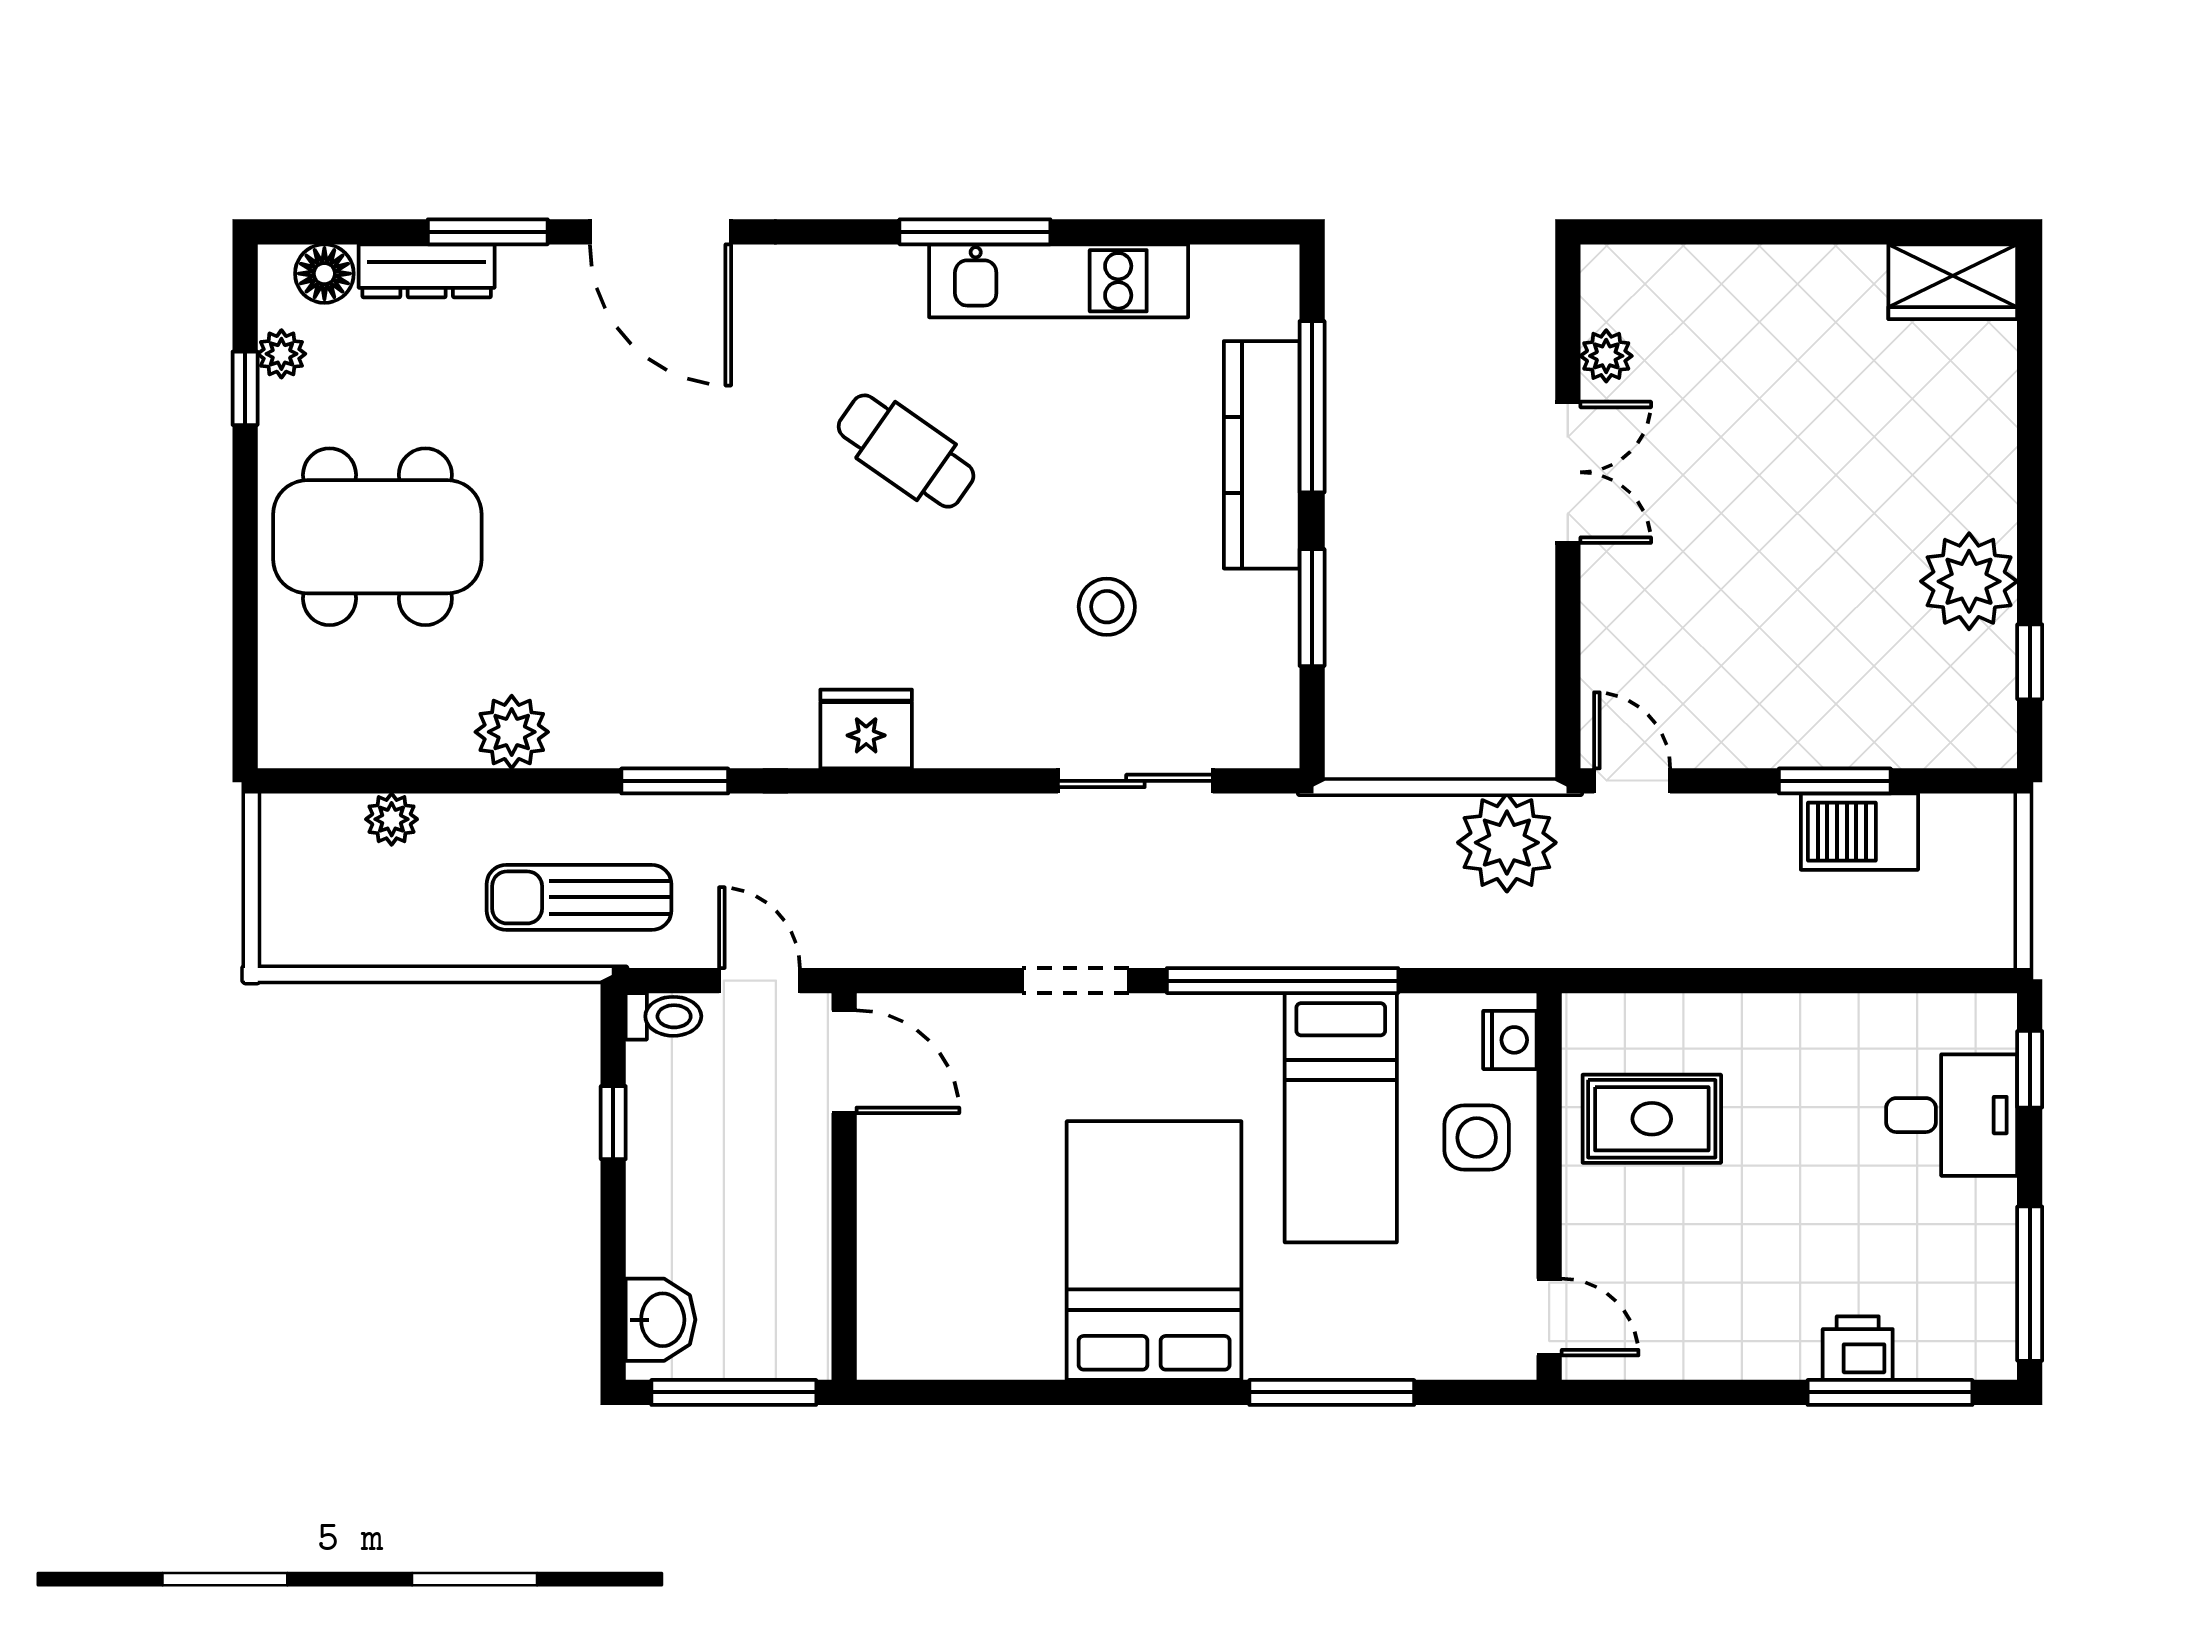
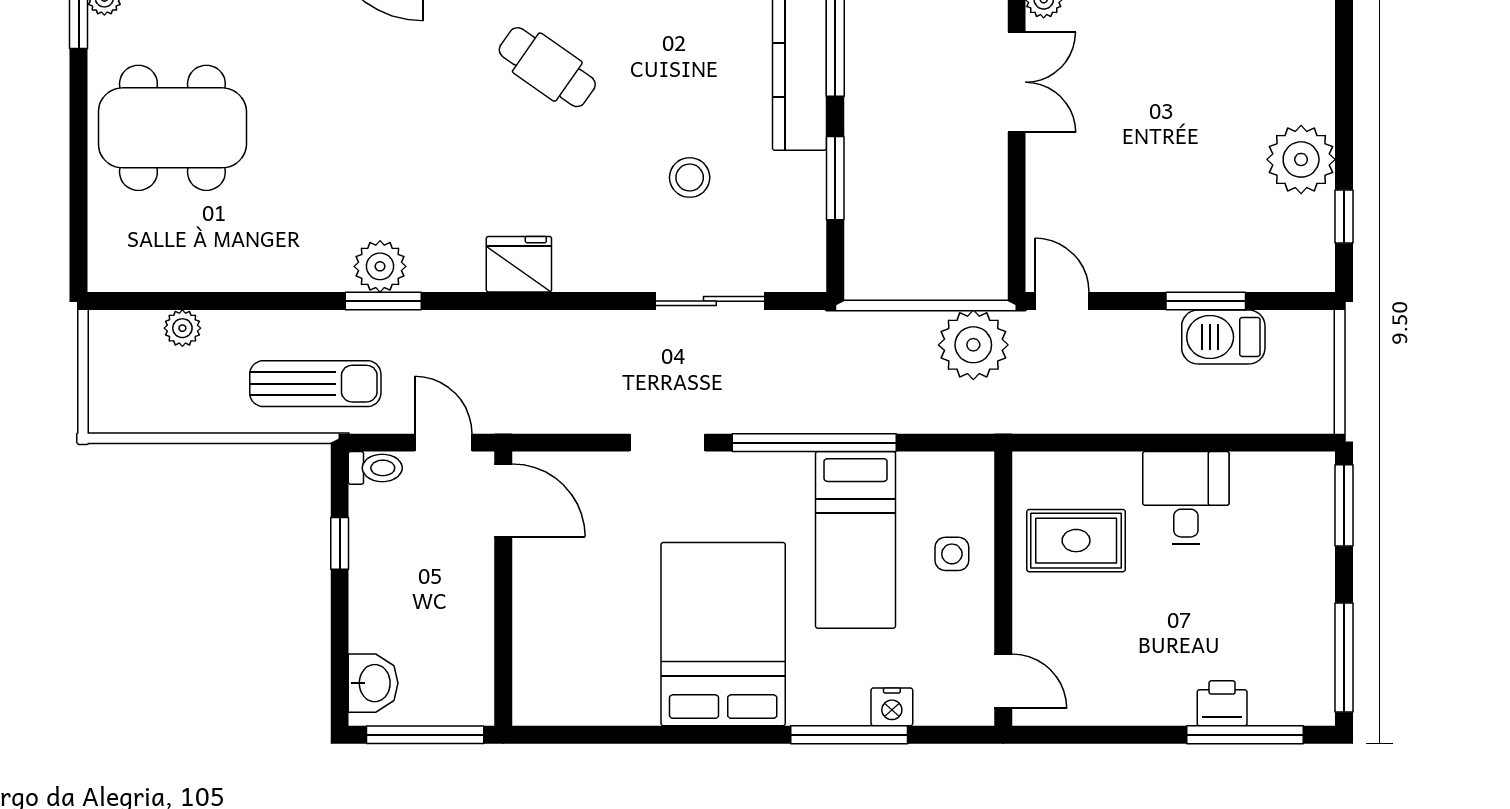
plant: (512, 732) -> (380, 266), moved
sun lounger: (579, 897) -> (315, 384), turned 180
nightstand: (1510, 1040) -> (892, 707), moved, turned 90
window: (2030, 1069) -> (1344, 505), width x1.50
desk: (1952, 1115) -> (1186, 498), moved, turned -90
side table: (1477, 1138) -> (952, 554), width x0.73, depth x0.73

